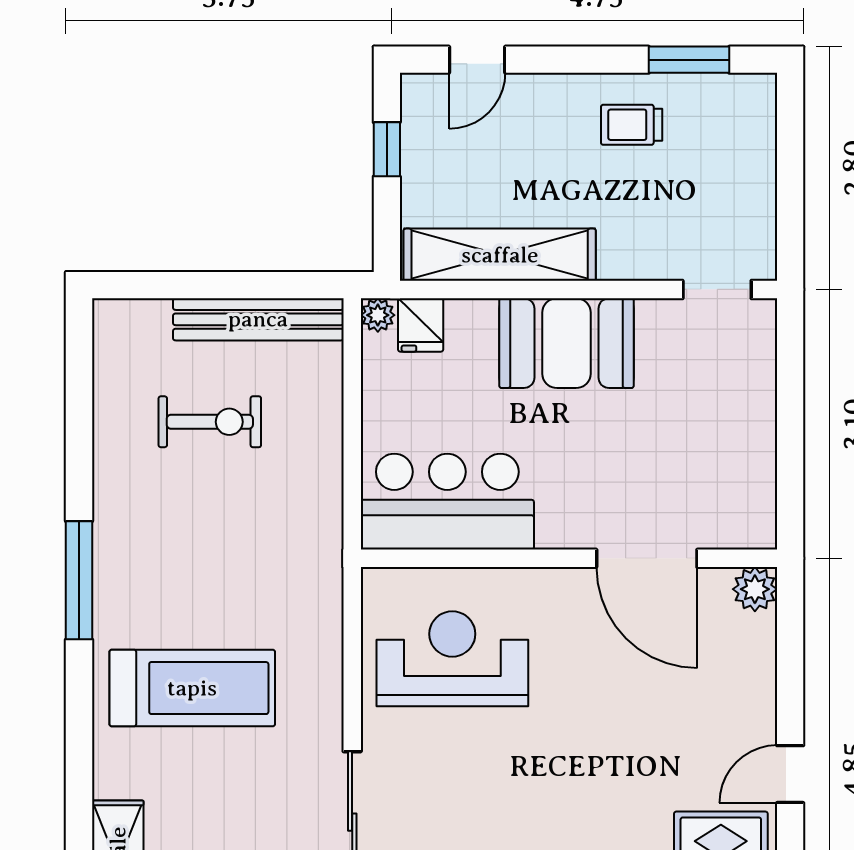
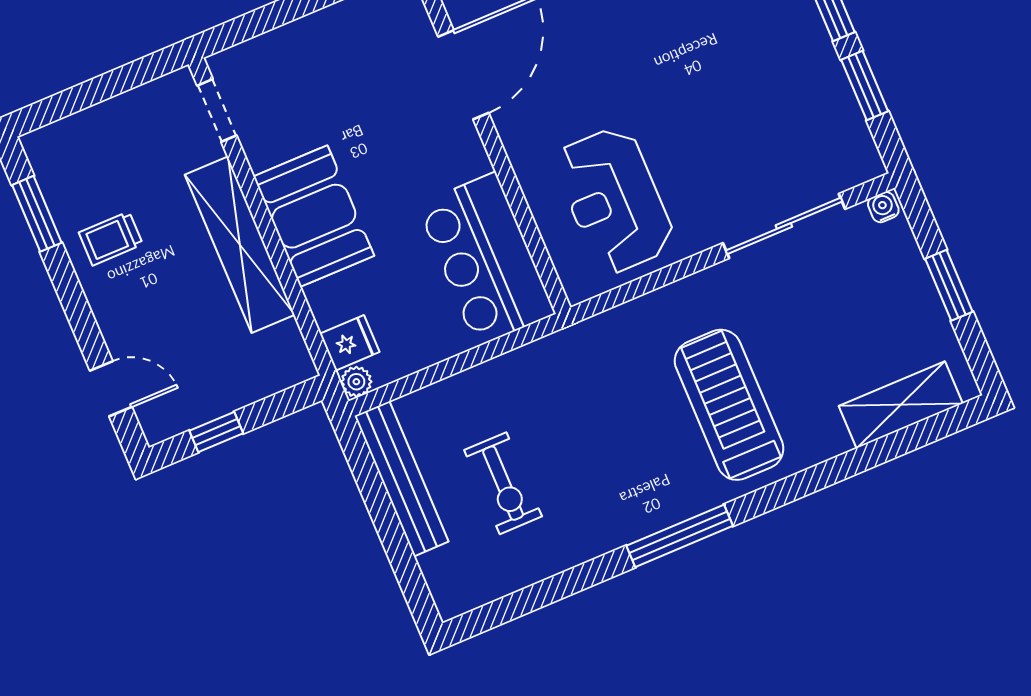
trolley: (632, 125) -> (111, 238), turned 90
shelving: (500, 255) -> (240, 245), moved
exercise bike: (210, 422) -> (503, 483), turned 180

